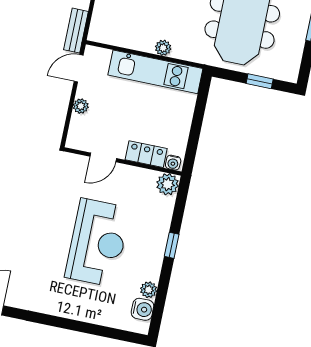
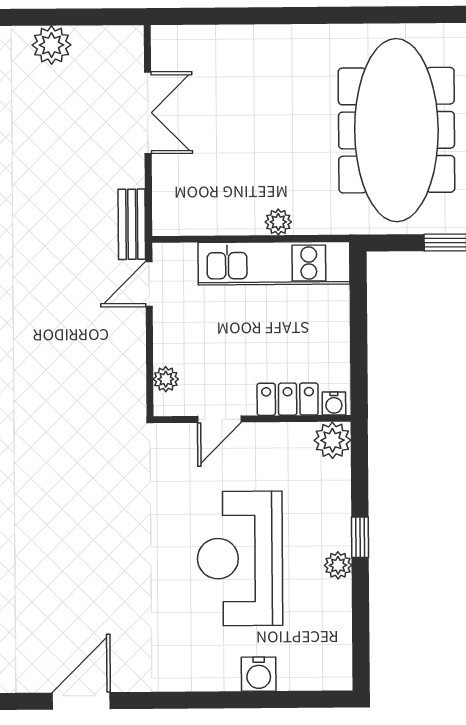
plant: (81, 106) -> (166, 379), moved
reception desk: (98, 243) -> (240, 558), turned 180
plant: (149, 290) -> (338, 565), moved
water cooler: (142, 309) -> (259, 674), moved, turned 90

